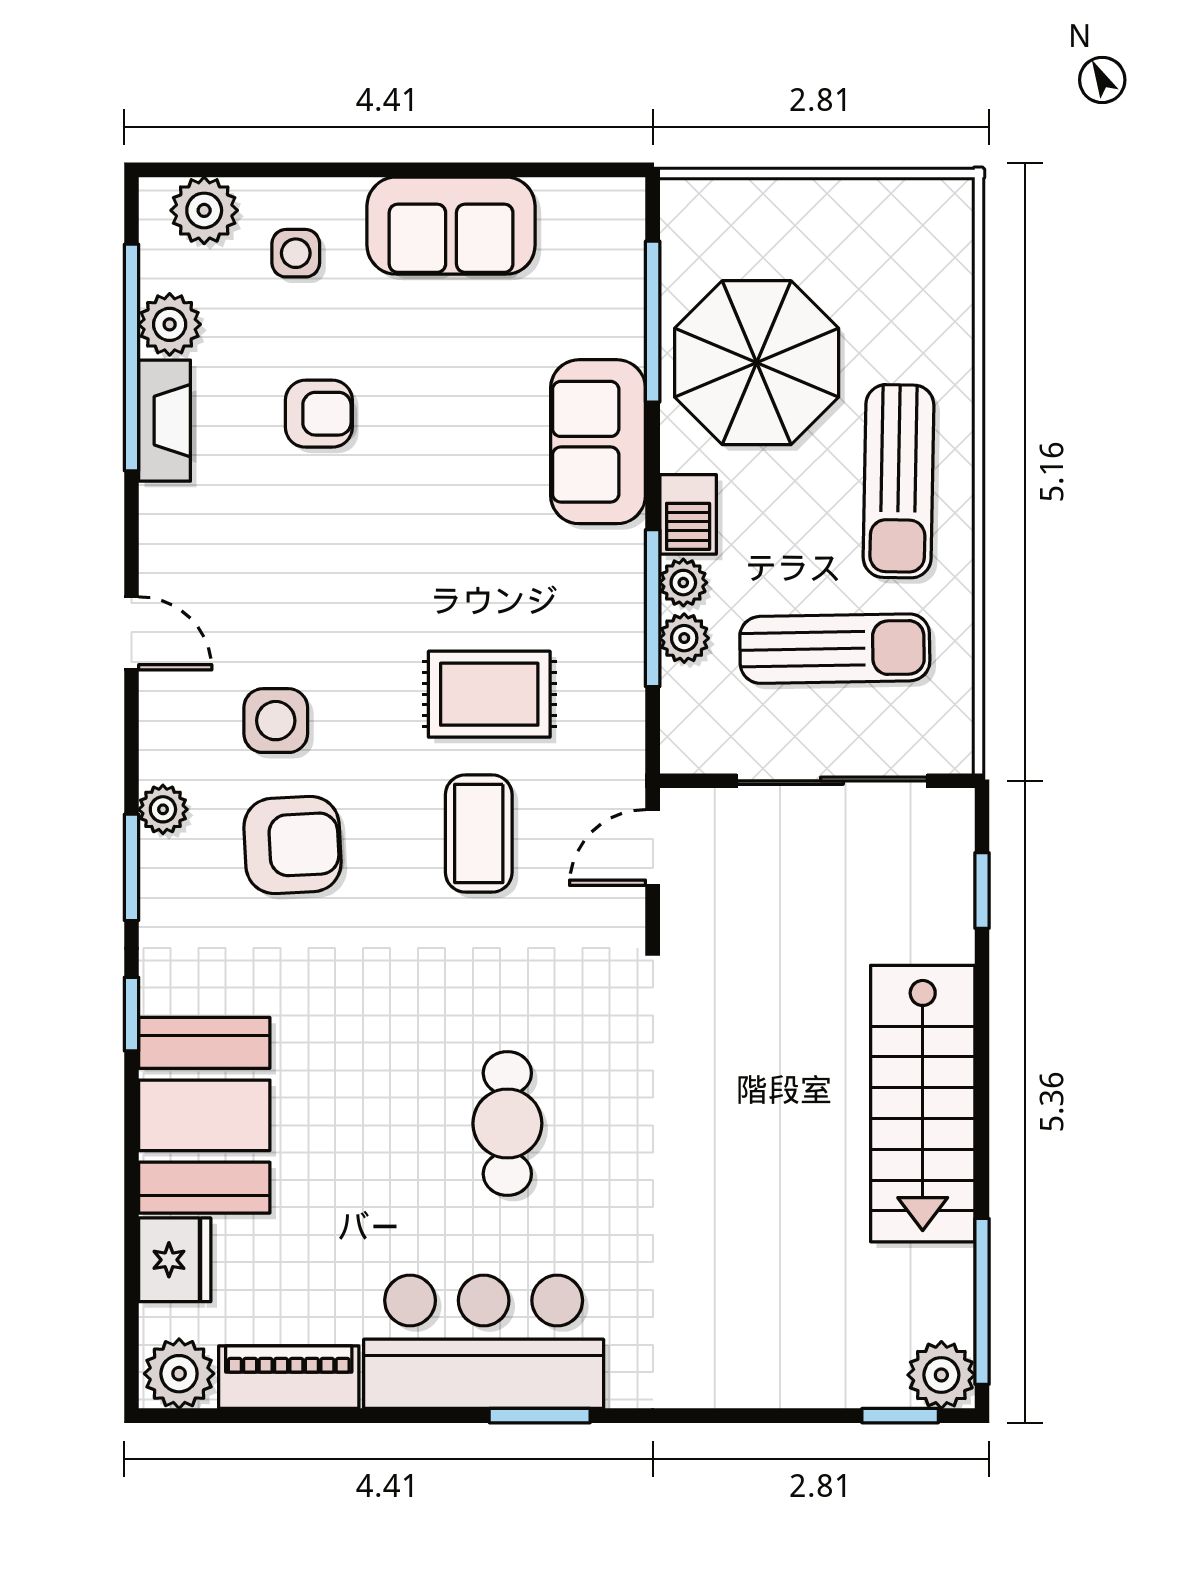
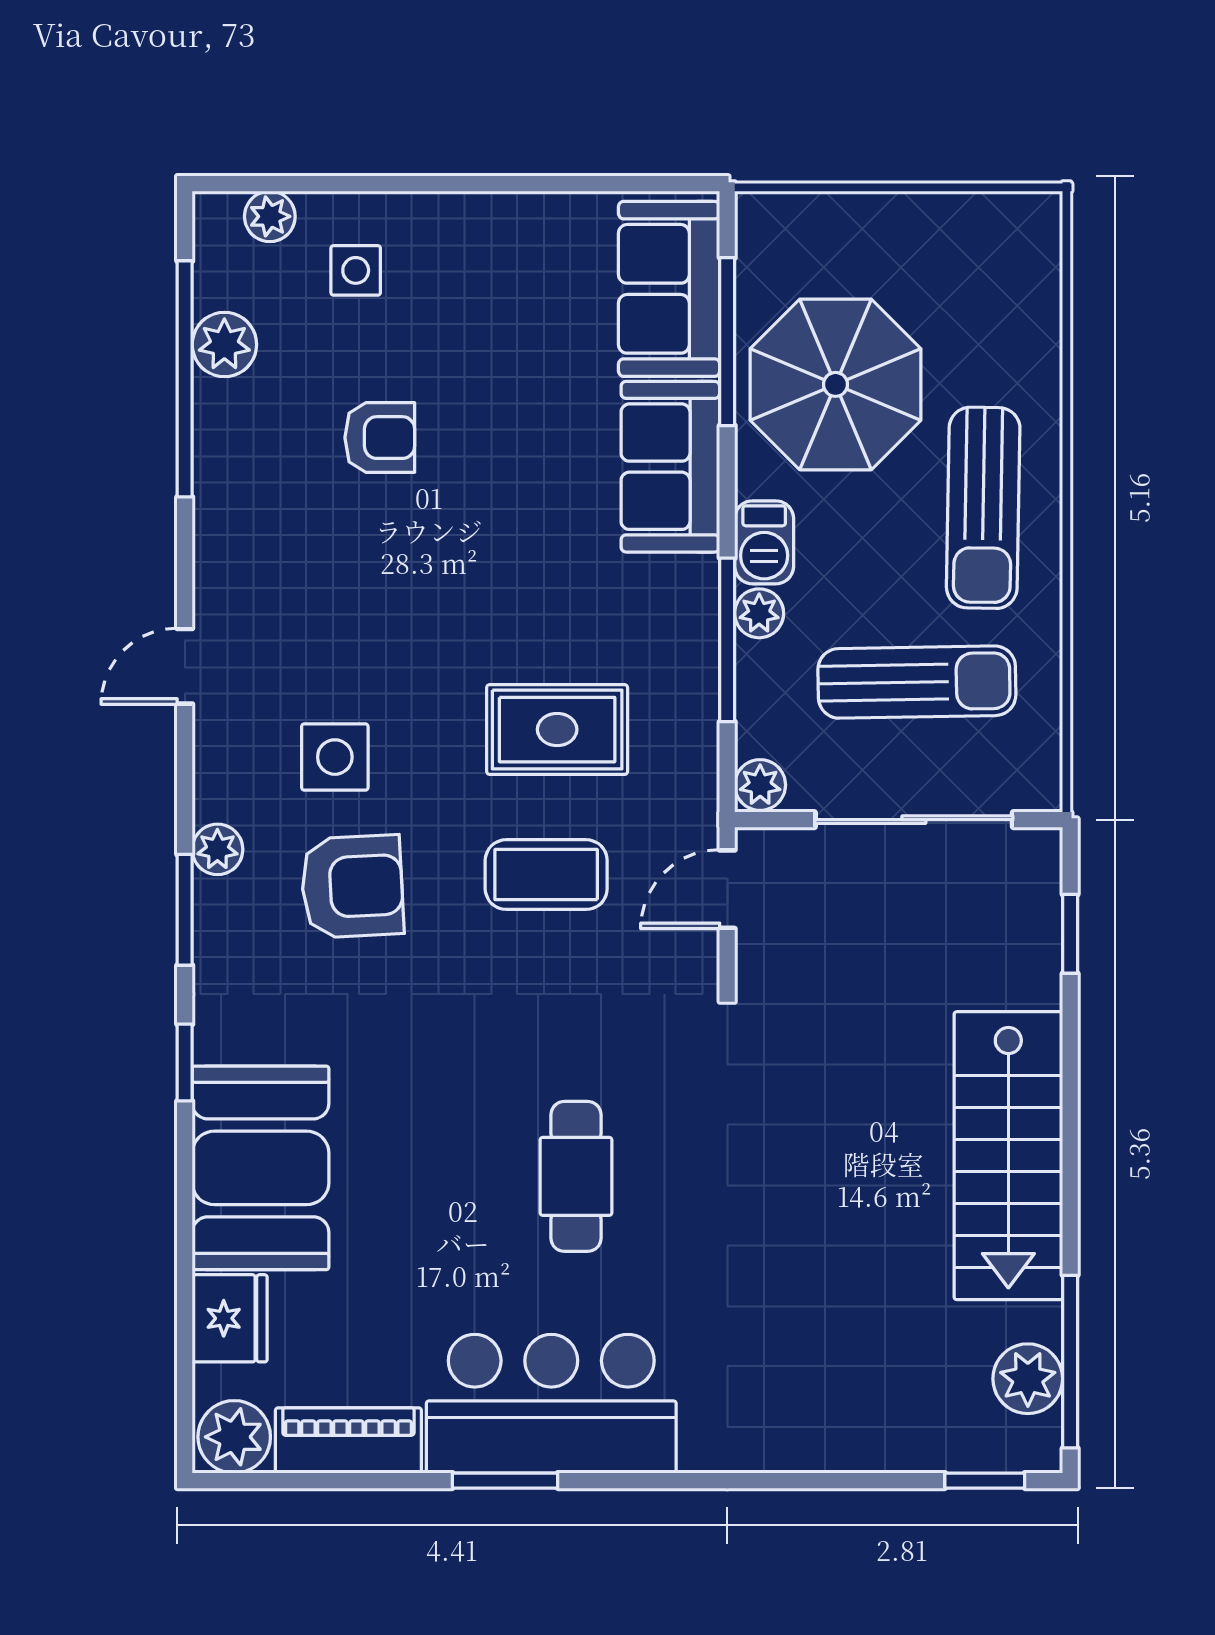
plant: (204, 210) -> (270, 216), width x0.73, depth x0.73
sofa: (451, 226) -> (669, 289), moved, turned 90
fireplace: (165, 421) -> (219, 445), removed
door: (131, 633) -> (185, 666), swing flipped
plant: (684, 638) -> (760, 785), moved
coffee table: (479, 834) -> (546, 875), turned 90
plant: (941, 1375) -> (1028, 1379), moved
window: (540, 1416) -> (505, 1481), moved

